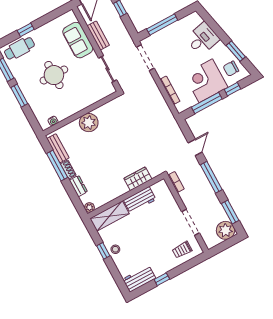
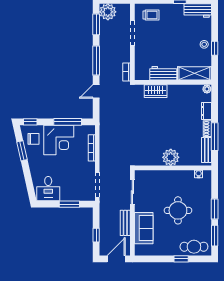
window: (162, 24) -> (69, 204), width x0.69
desk: (203, 39) -> (48, 189), moved, turned -77
window: (232, 89) -> (30, 122), moved

